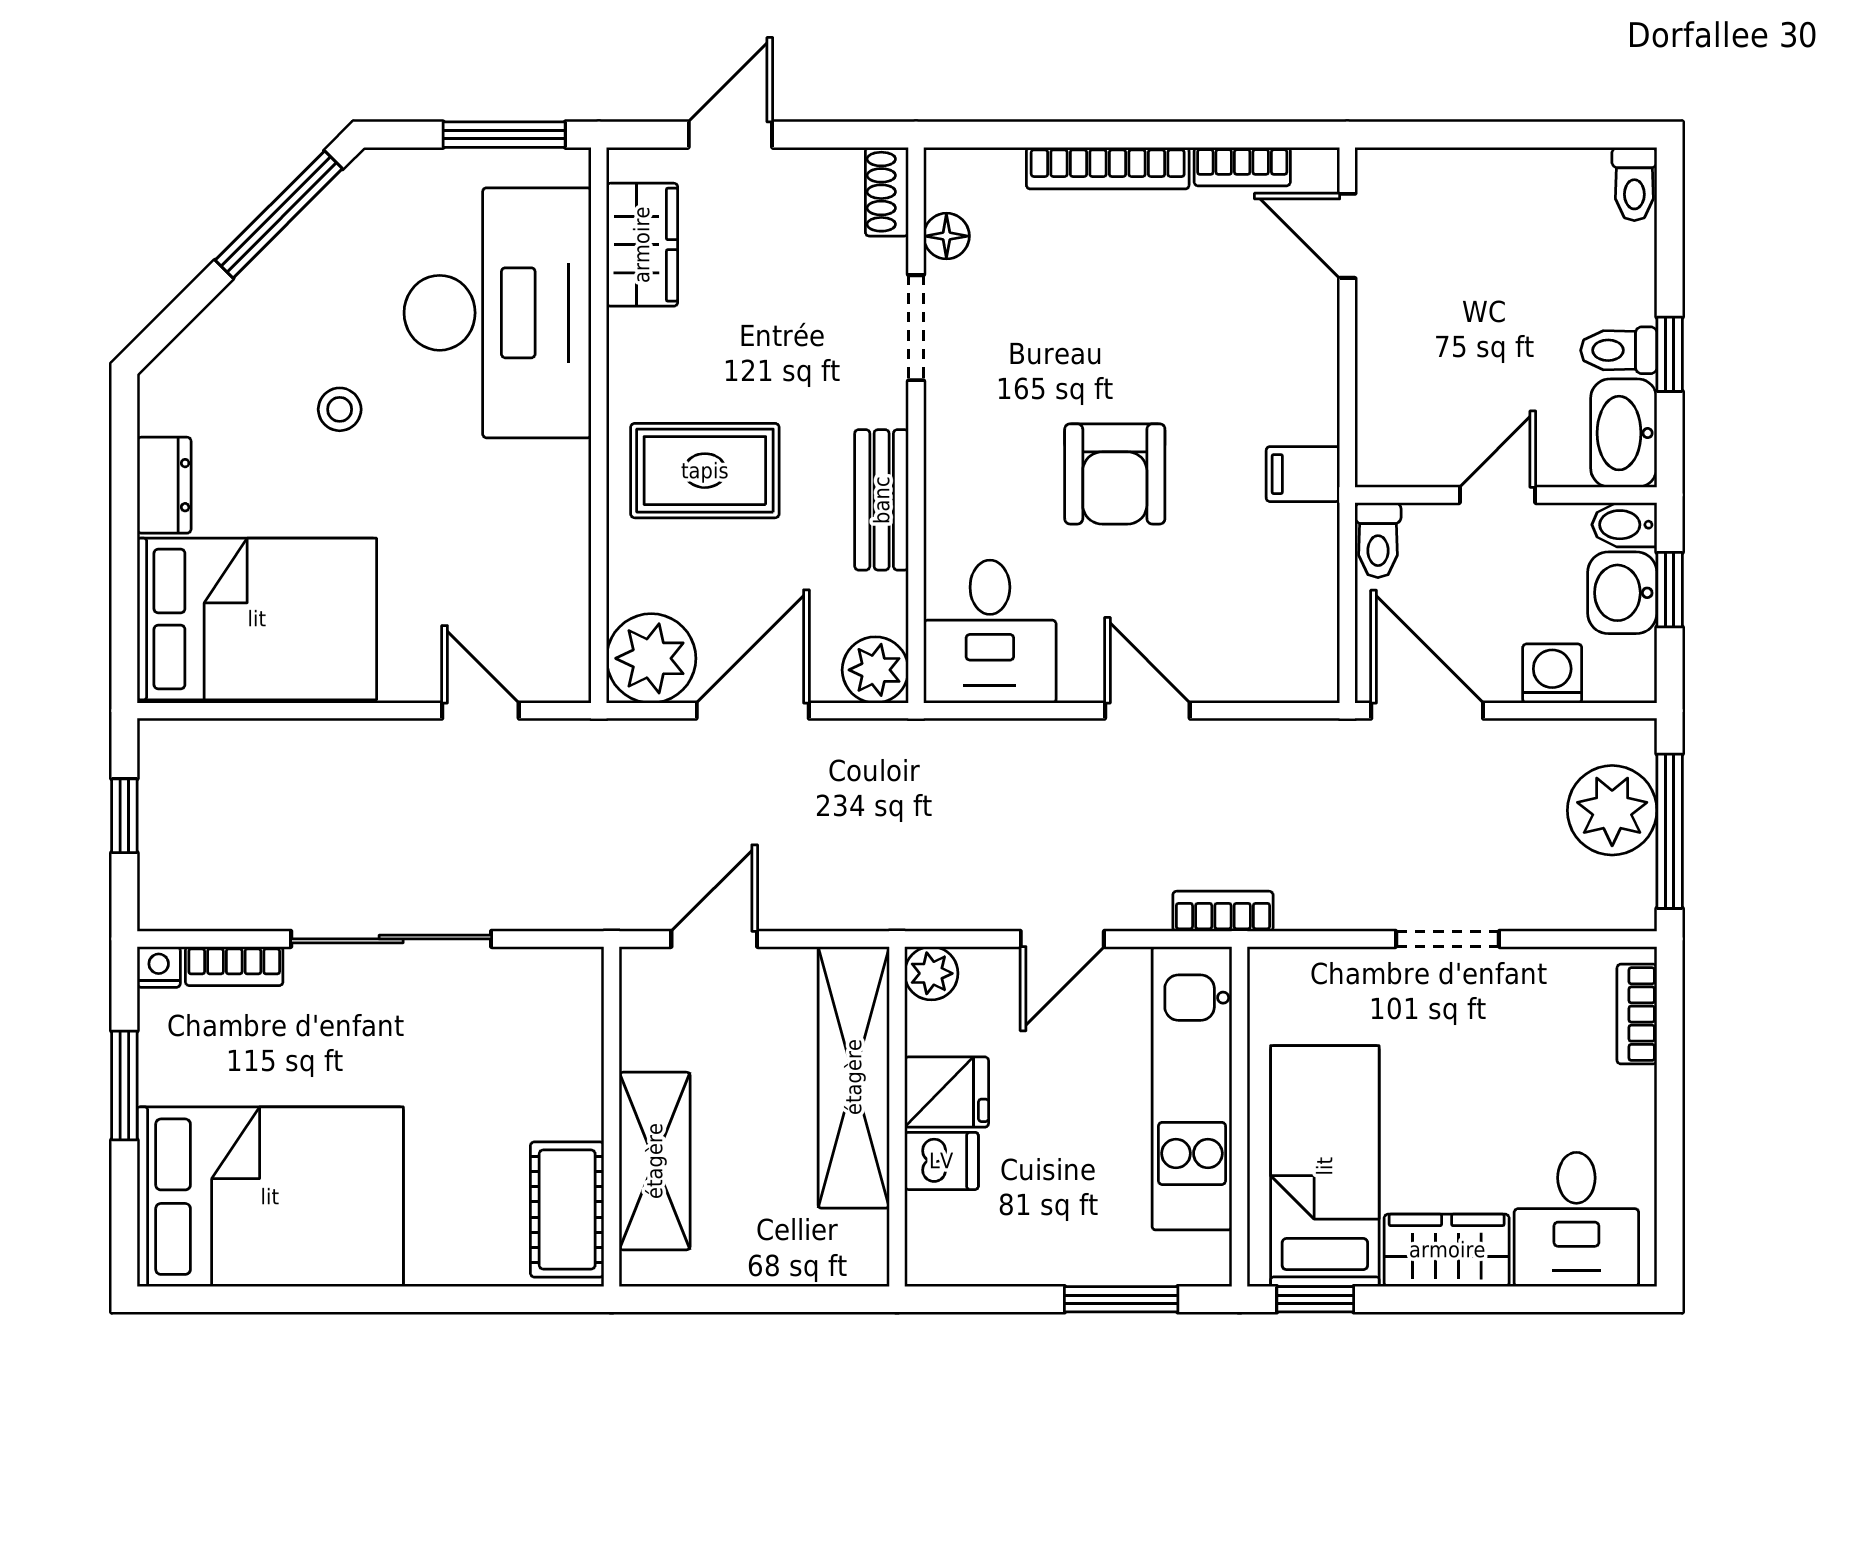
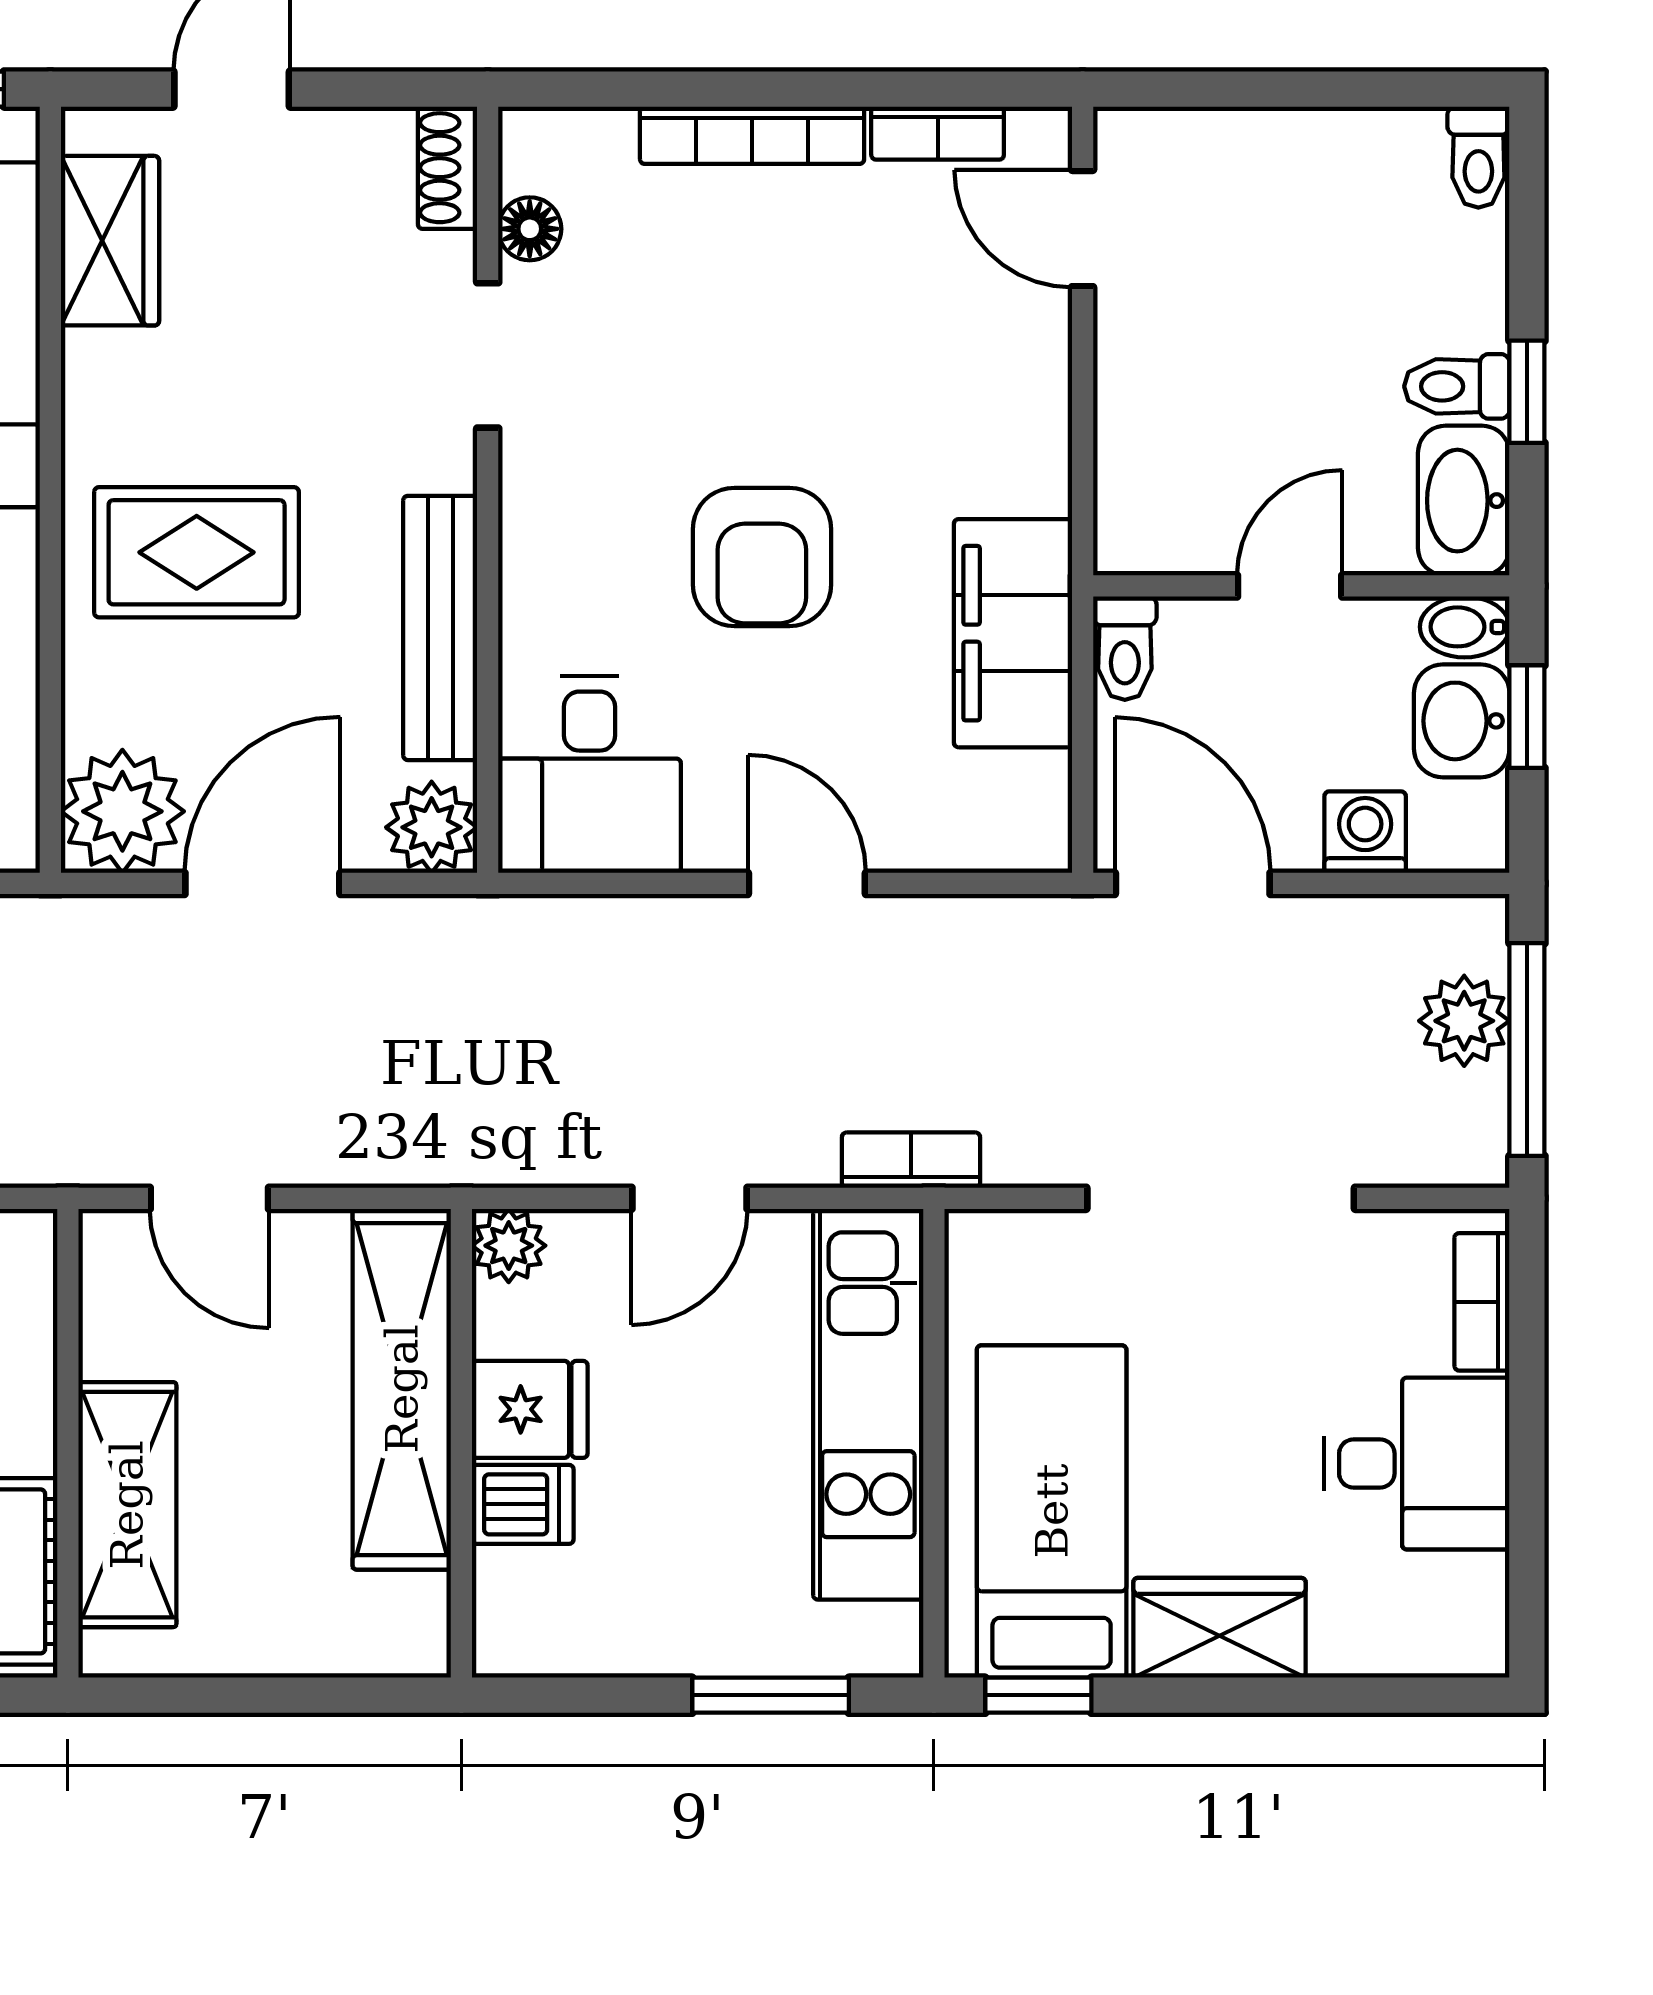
filing cabinet: (1303, 474) -> (1013, 633), width x3.00, depth x1.17
bench: (882, 500) -> (440, 628), width x1.36
plant: (1612, 810) -> (1464, 1021), width x0.73, depth x0.73
door: (714, 939) -> (209, 1198), swing flipped
doorway: (1447, 939) -> (1221, 1198), width x1.88
desk: (1576, 1219) -> (1417, 1464), moved, turned -90

